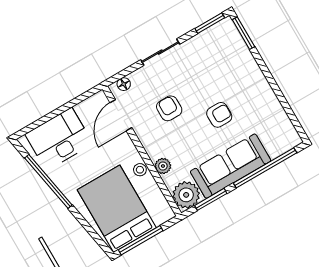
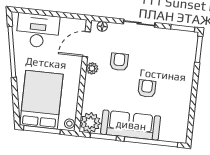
armchair: (219, 115) -> (147, 89), turned -90
plant: (163, 166) -> (92, 68), moved
stool: (140, 170) -> (69, 124), moved

